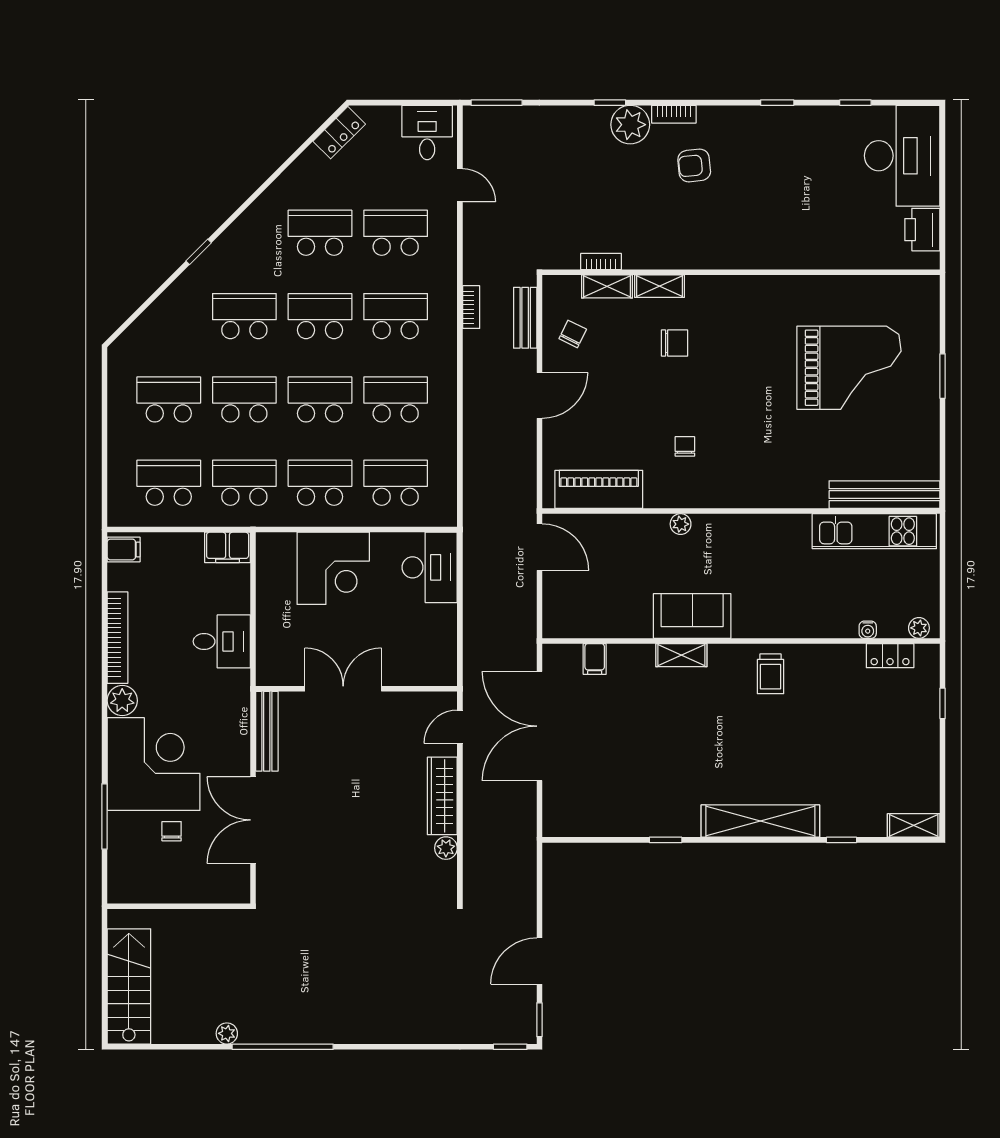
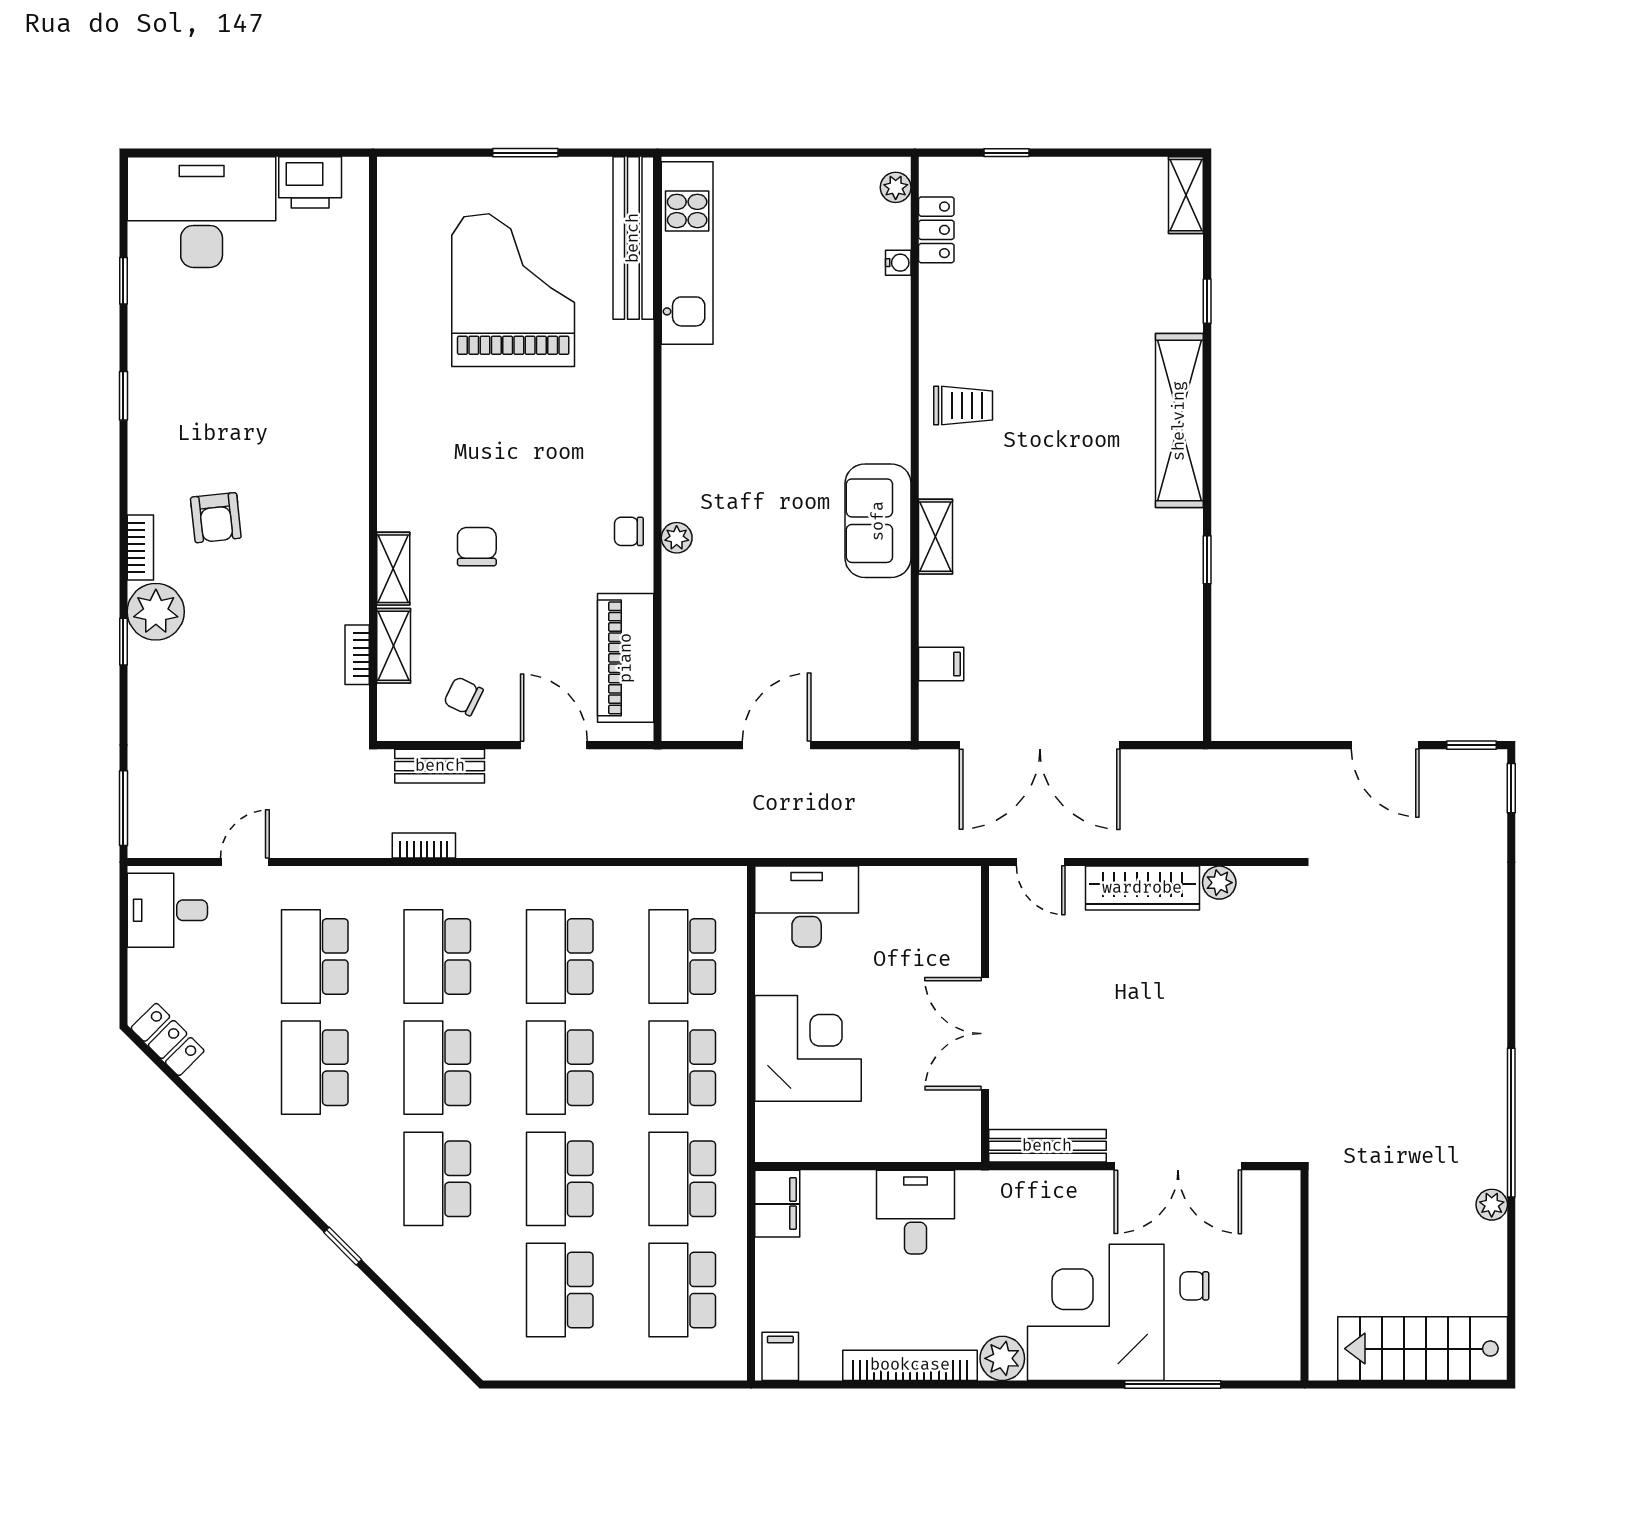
piano: (599, 489) -> (626, 658), moved
bench: (884, 495) -> (633, 238), moved
wall: (741, 511) -> (657, 449), moved
plant: (681, 524) -> (677, 538), moved
kitchen unit: (874, 531) -> (687, 253), moved

